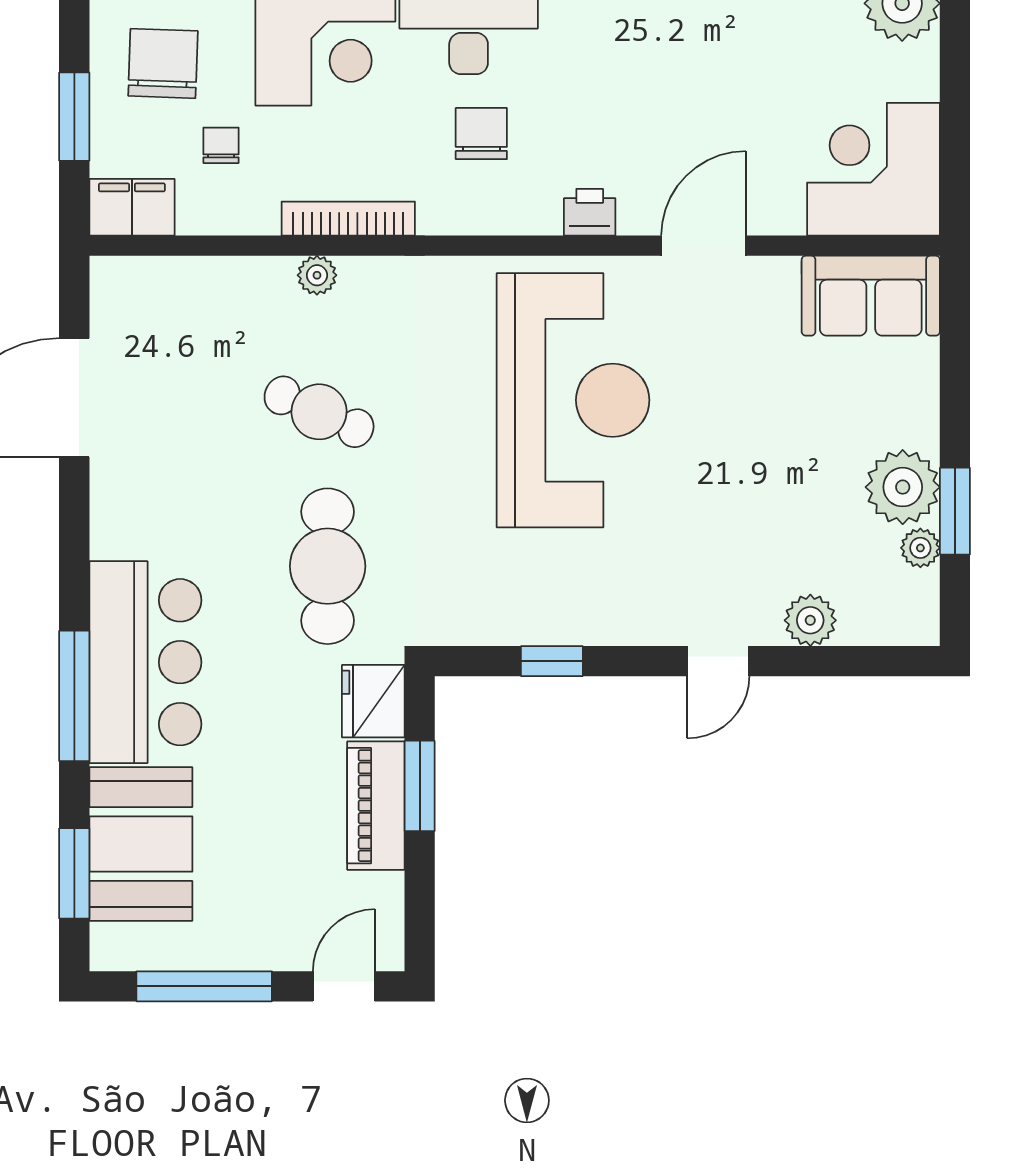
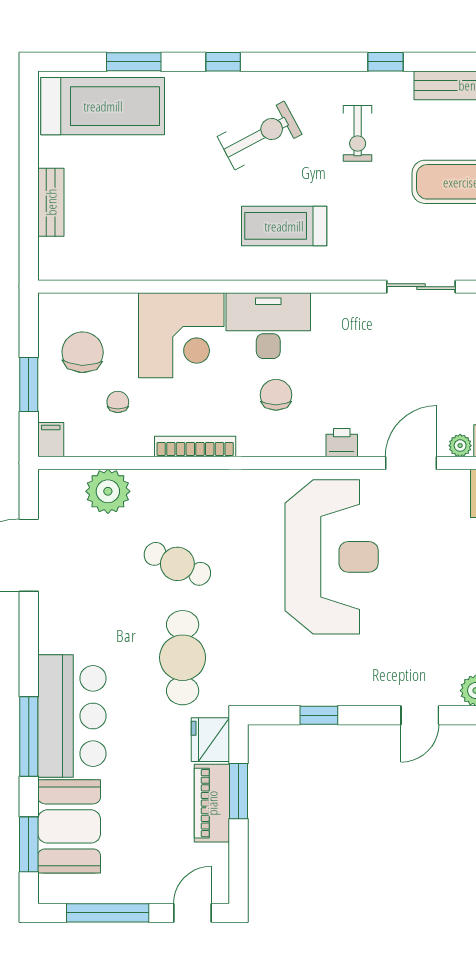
filing cabinet: (132, 207) -> (51, 440), width x0.50
plant: (784, 217) -> (460, 446), added
plant: (317, 275) -> (108, 491), moved, width x1.87, depth x1.87

